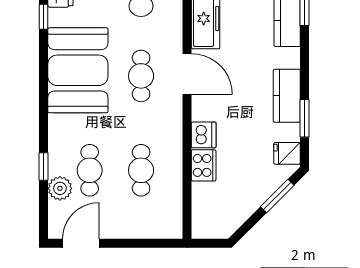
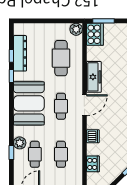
door: (187, 74) -> (84, 105), hinge flipped
cooker: (204, 165) -> (93, 164), moved
plant: (60, 188) -> (20, 143), moved

